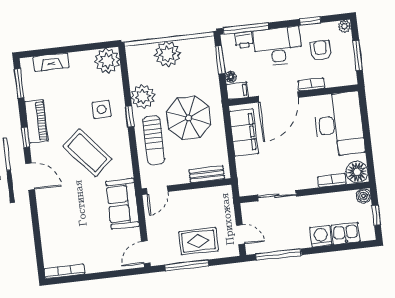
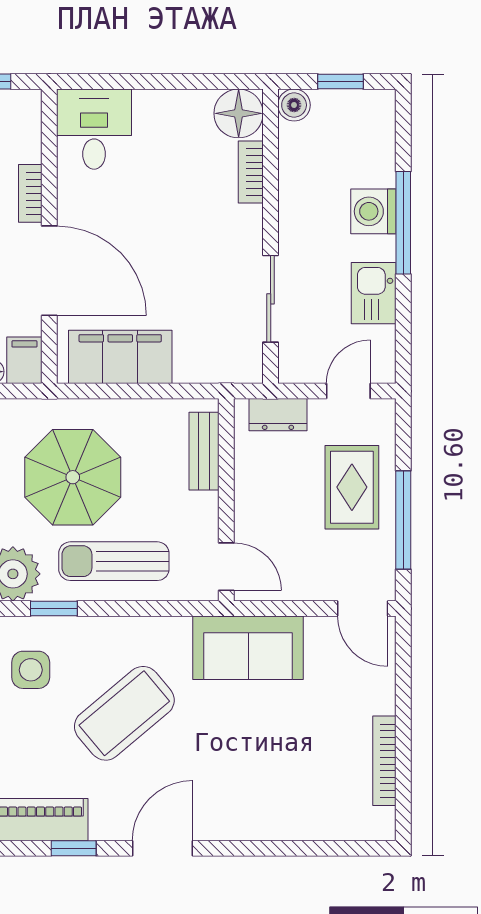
desk: (339, 124) -> (94, 129), width x0.53, depth x0.77
sun lounger: (154, 140) -> (114, 561), turned 180
dresser: (227, 205) -> (278, 415), added
kitchen sink: (346, 233) -> (374, 293), moved
window: (279, 255) -> (403, 223), moved
bookcase: (64, 271) -> (384, 761), moved

